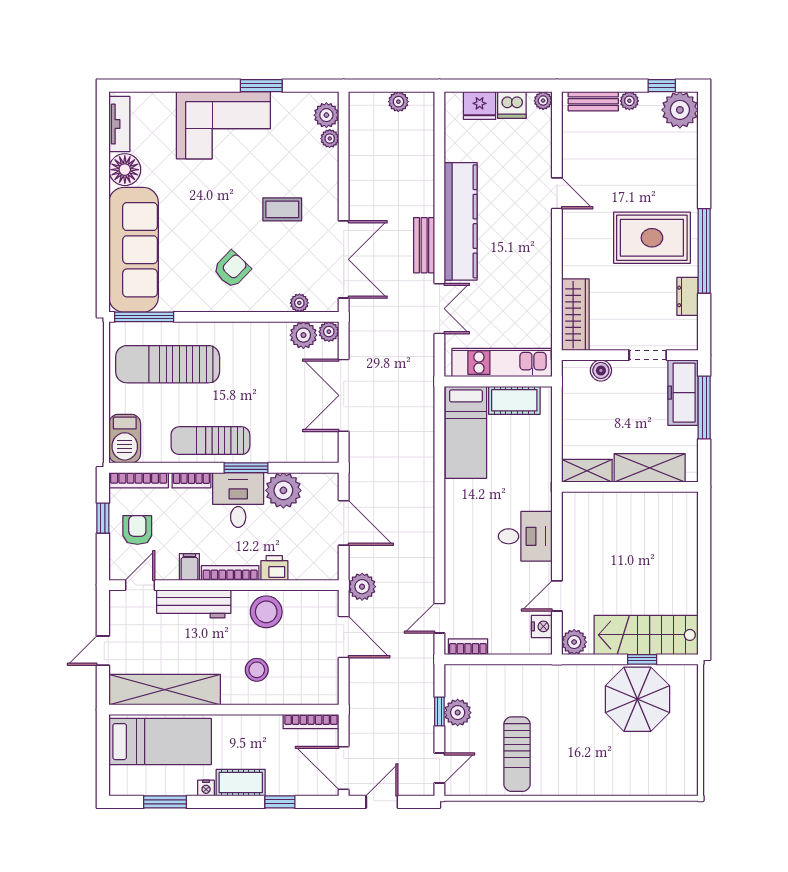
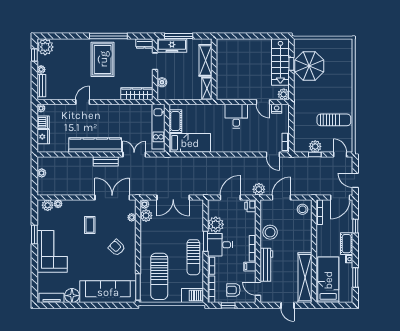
dresser: (687, 296) -> (144, 44), moved
printer: (274, 568) -> (250, 206), moved
stool: (257, 670) -> (302, 209), moved

